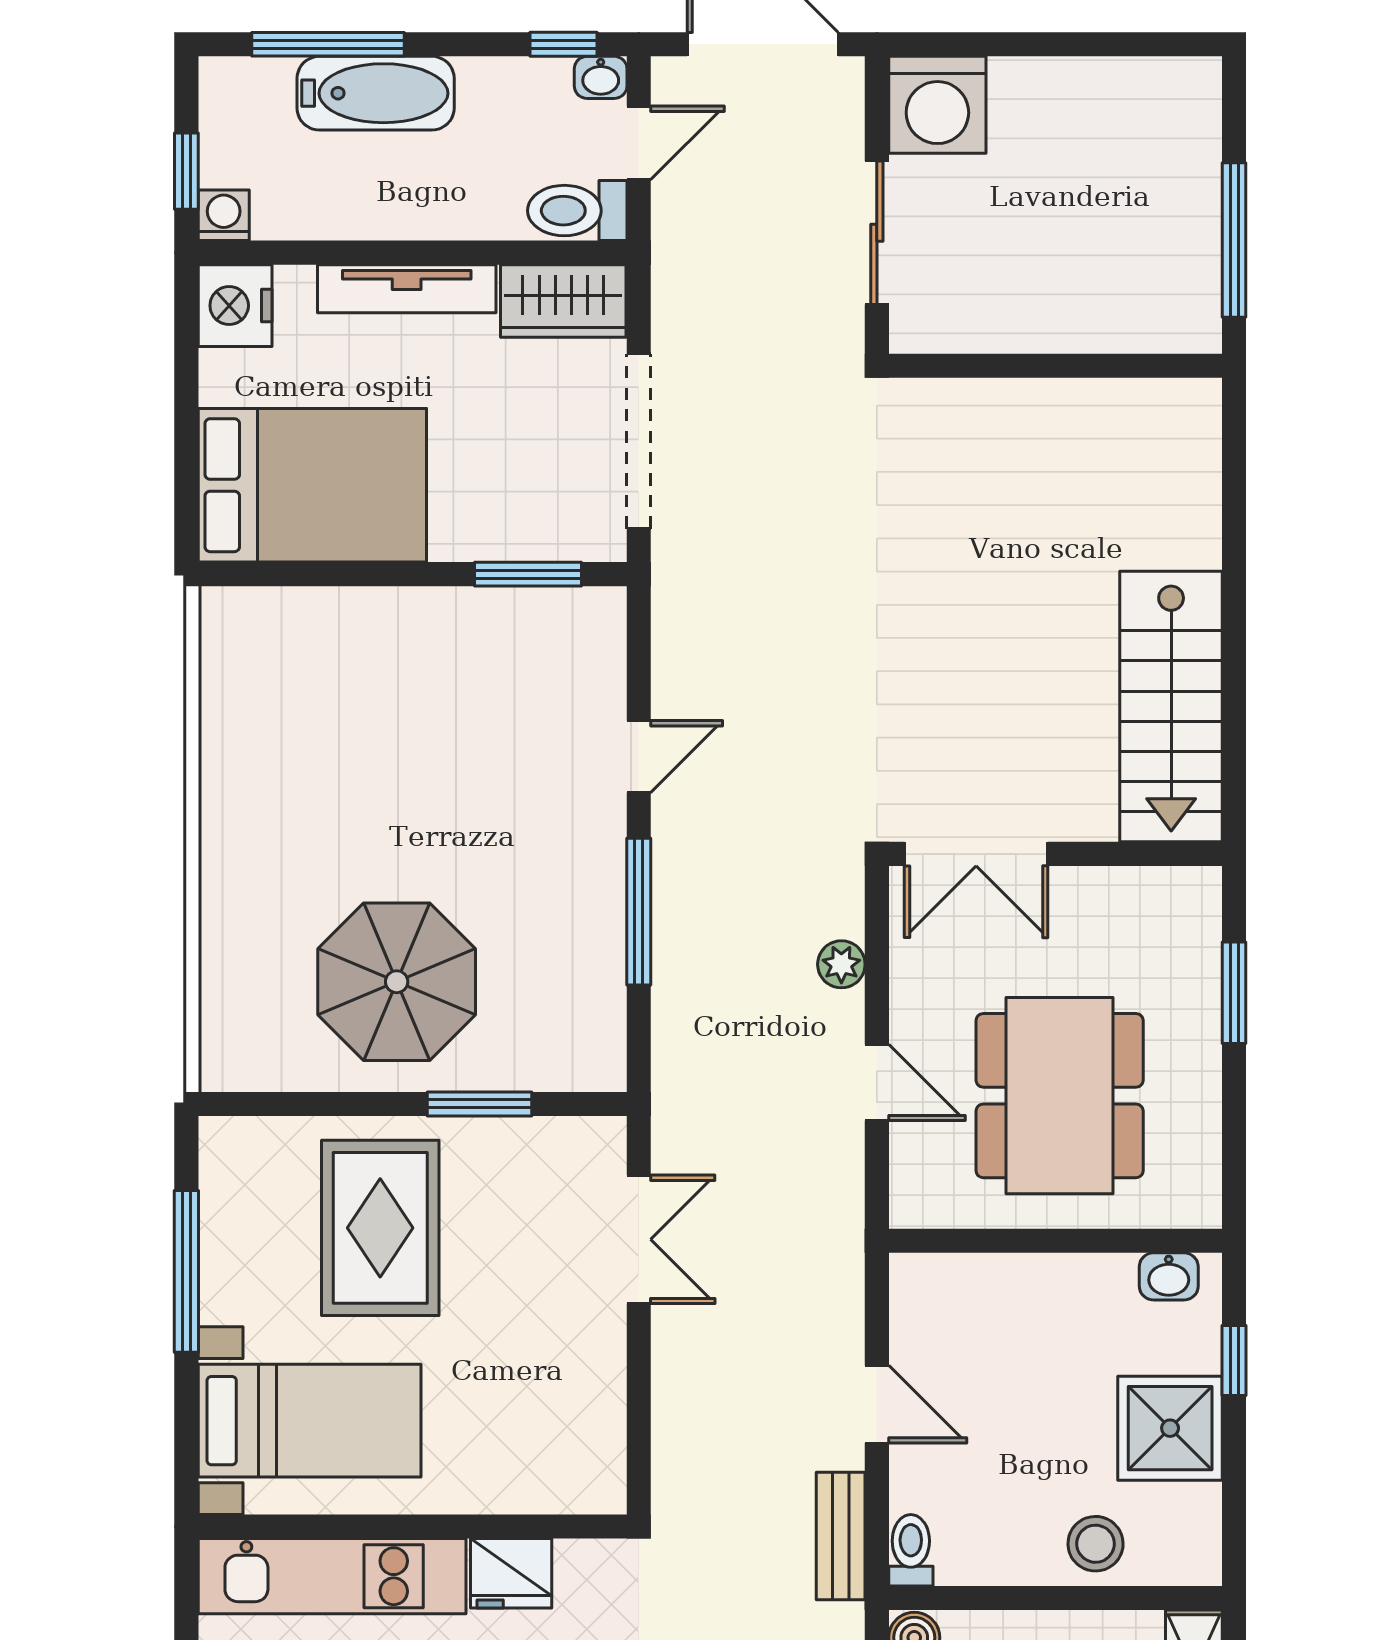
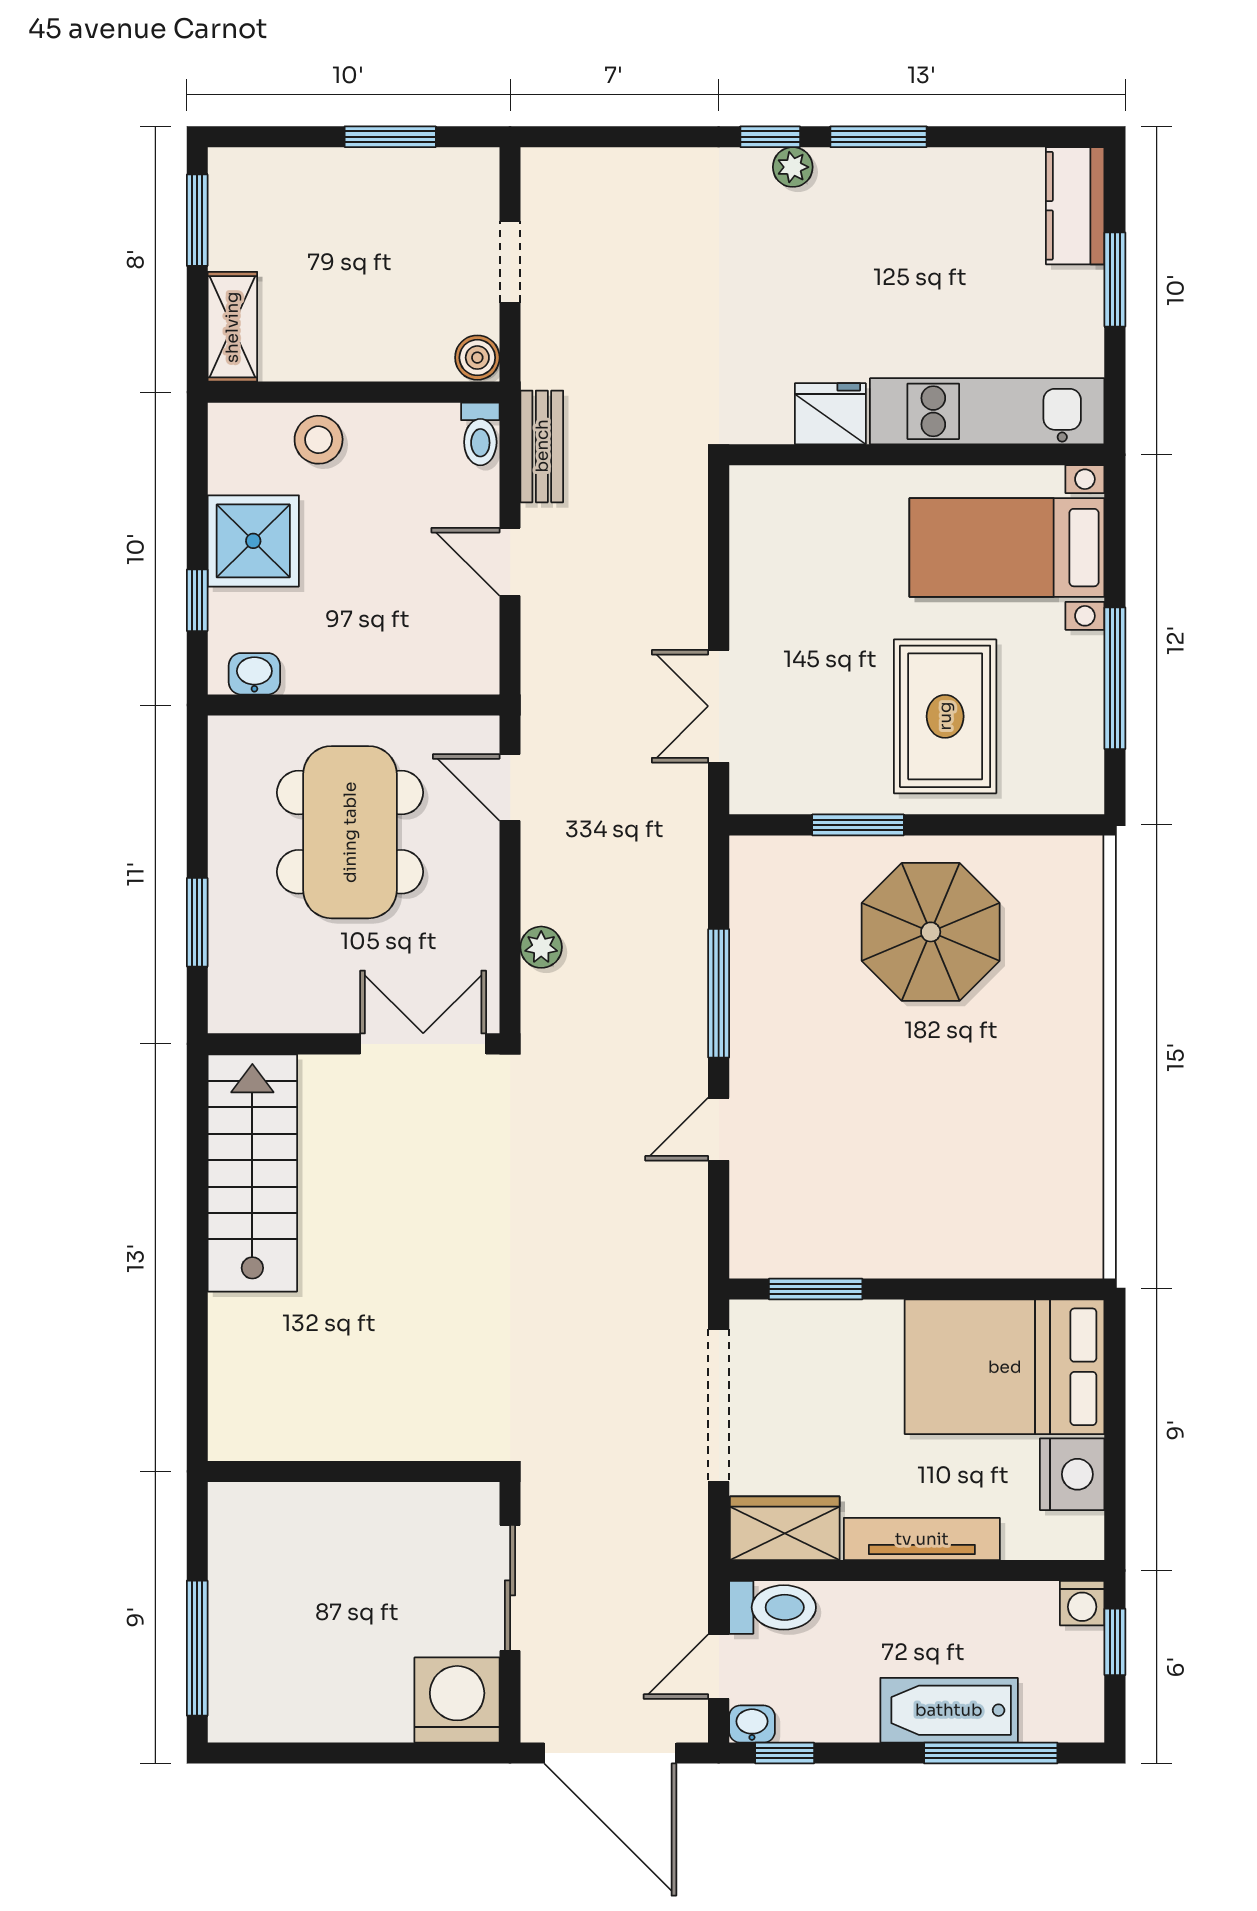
window: (1234, 240) -> (197, 1648), moved
nightstand: (235, 306) -> (1072, 1474), moved
door: (877, 1083) -> (510, 788), moved

